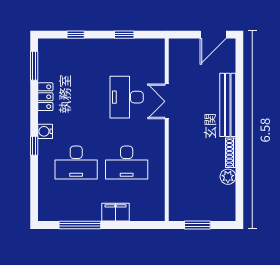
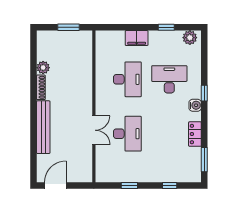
desk: (127, 163) -> (127, 79), turned 90
plant: (52, 213) -> (190, 38), added
window: (80, 225) -> (166, 27), width x0.46

